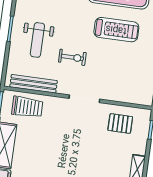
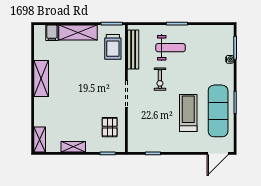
treadmill: (116, 30) -> (188, 113), turned 180
weight bench: (37, 40) -> (171, 48), turned 180

